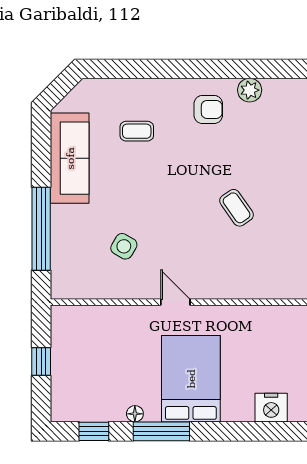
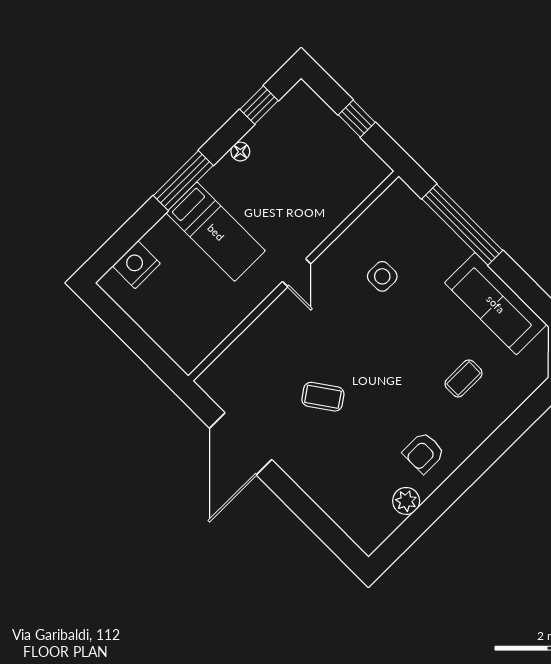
side table: (124, 246) -> (382, 276), turned -30
door: (175, 302) -> (297, 273), hinge flipped
bed: (191, 379) -> (216, 232), width x0.67
window: (161, 431) -> (183, 180), moved

